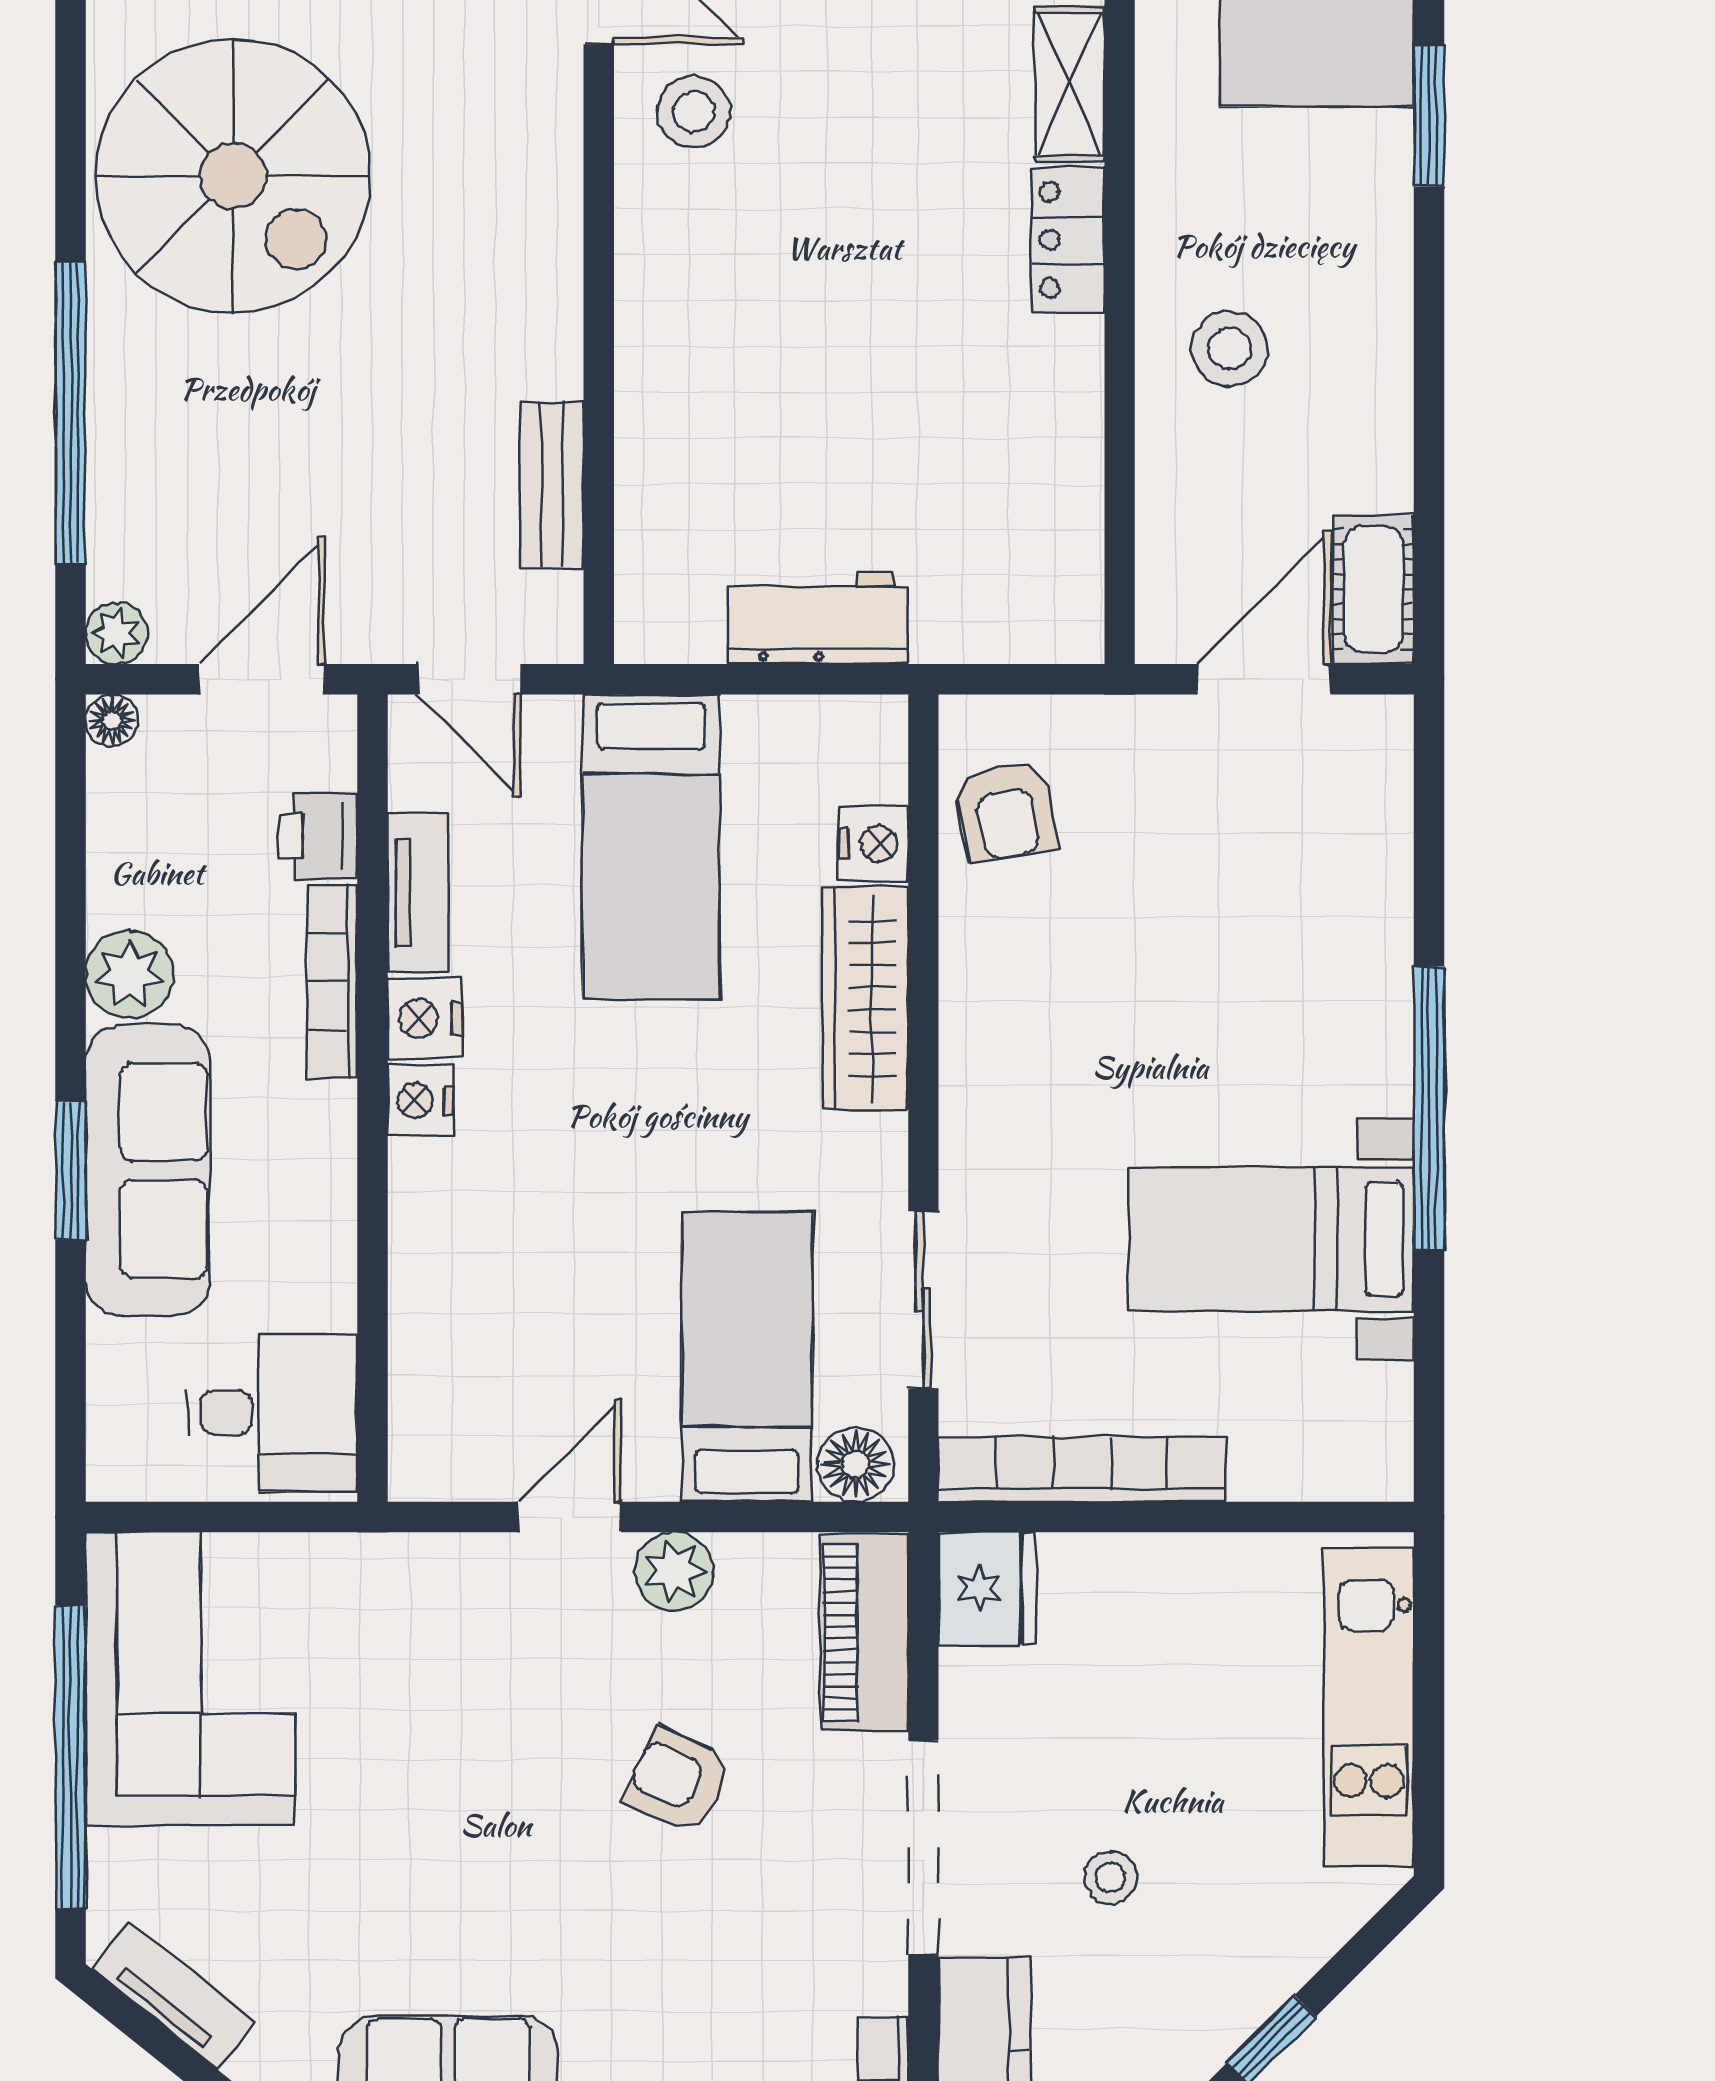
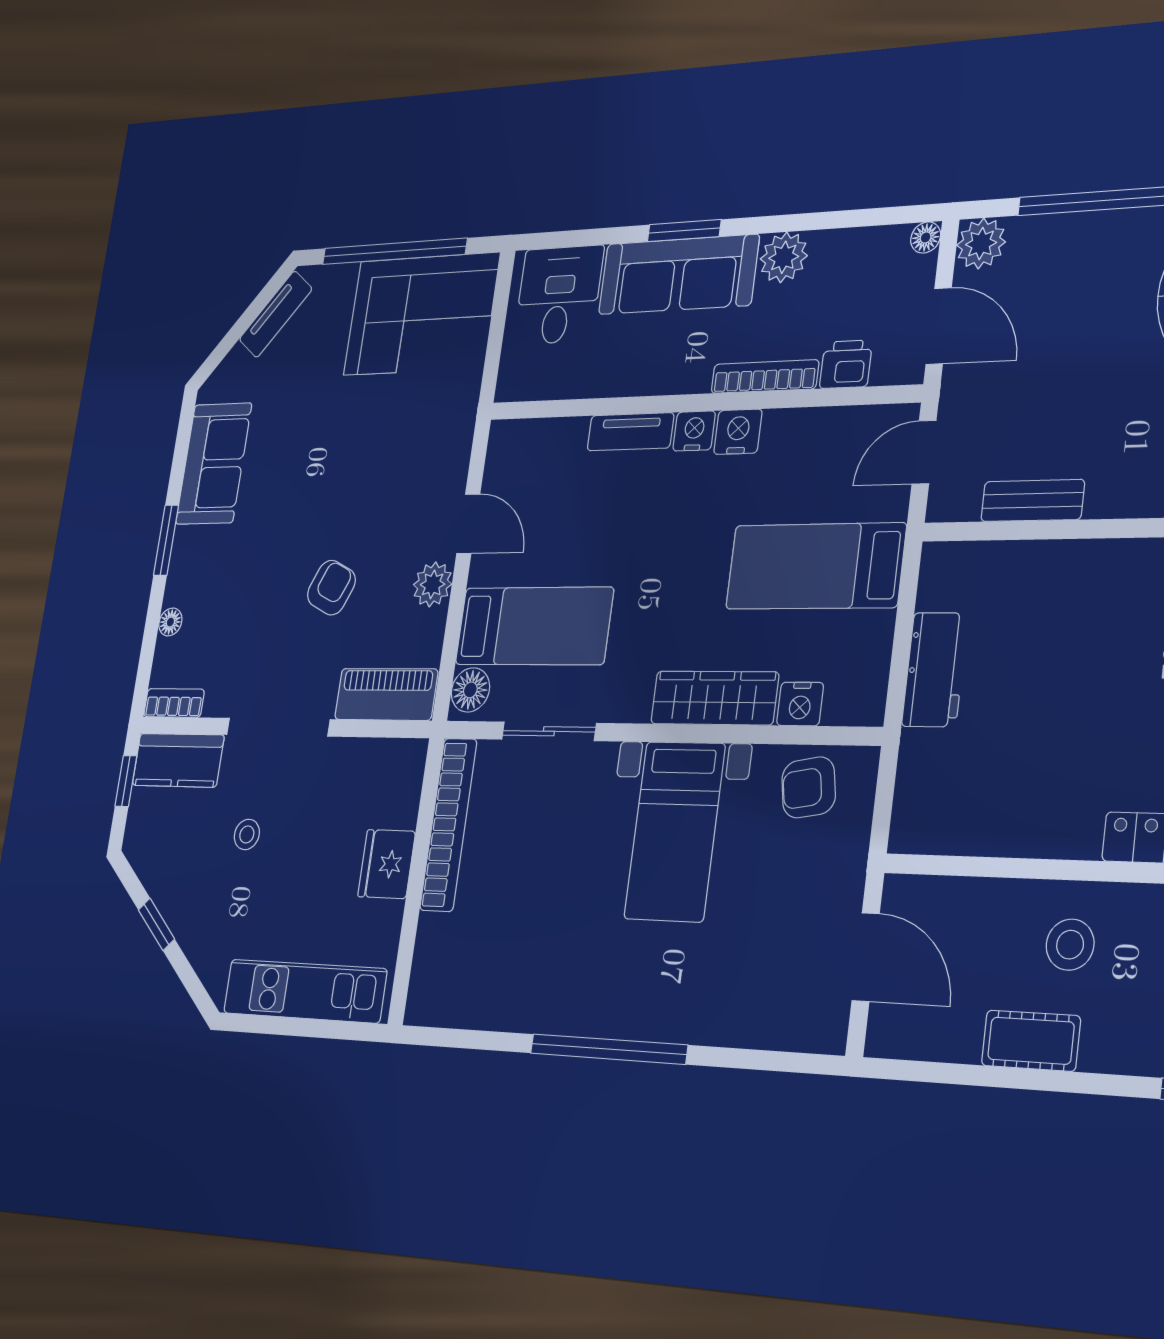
cot: (1373, 589) -> (1031, 1041), moved
plant: (117, 633) -> (981, 244), width x1.38, depth x1.38
tv unit: (418, 893) -> (630, 432), moved
bed with nightstands: (1272, 1239) -> (675, 831), moved, turned 180
desk: (272, 1413) -> (559, 295), moved, turned 180
fridge: (987, 1588) -> (387, 864), moved, turned 90

